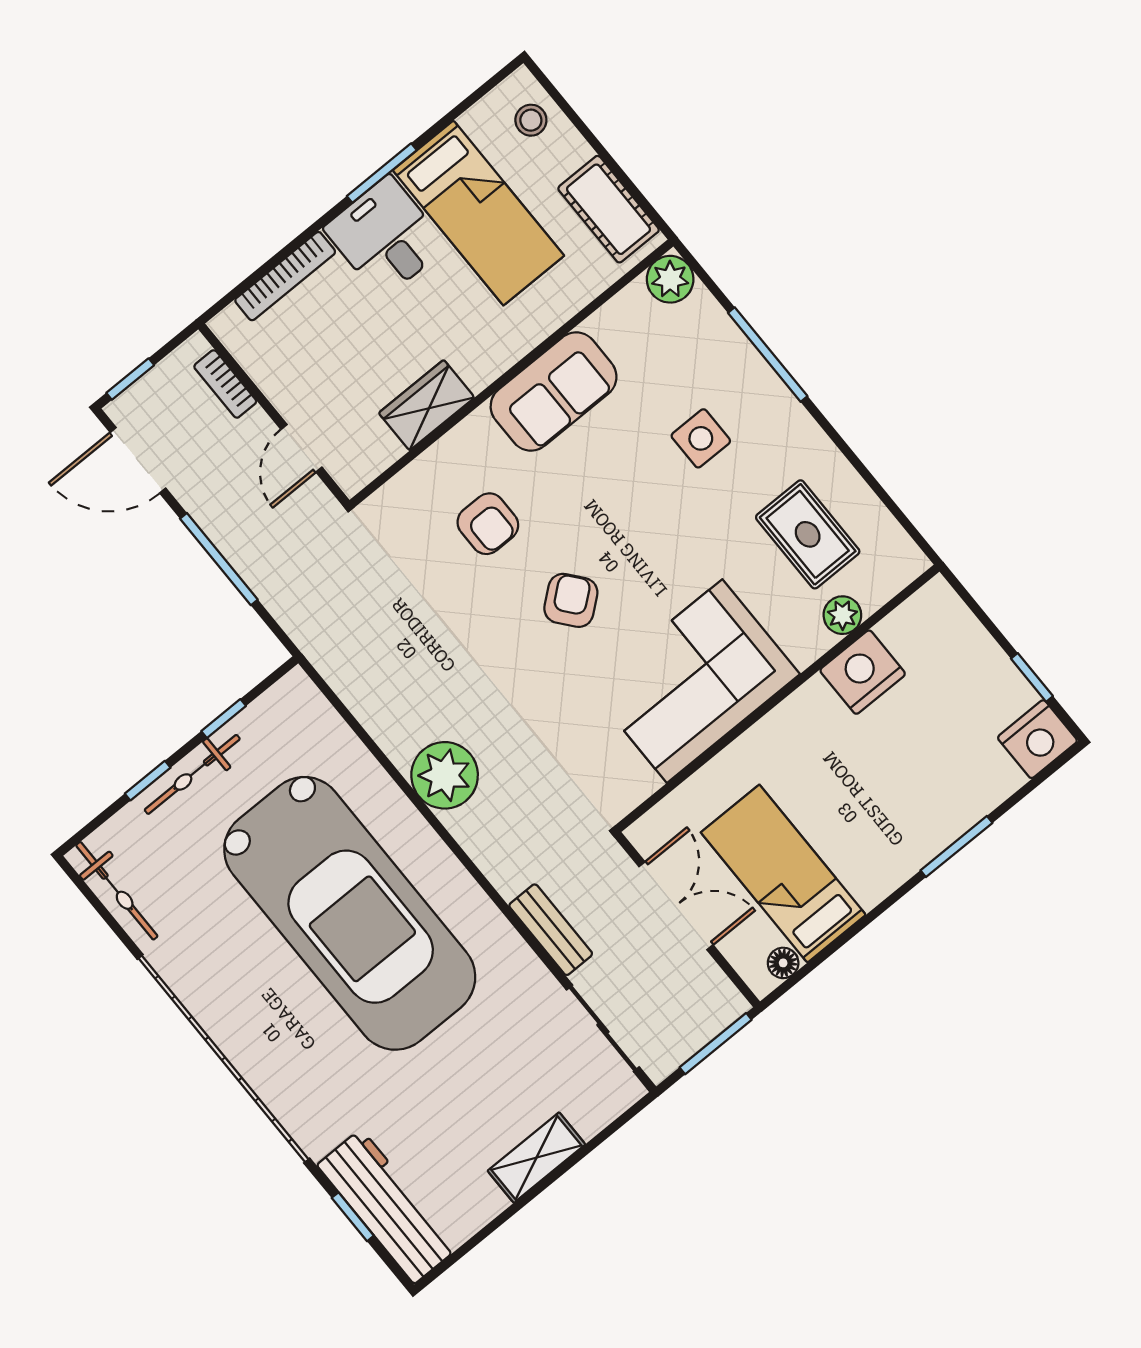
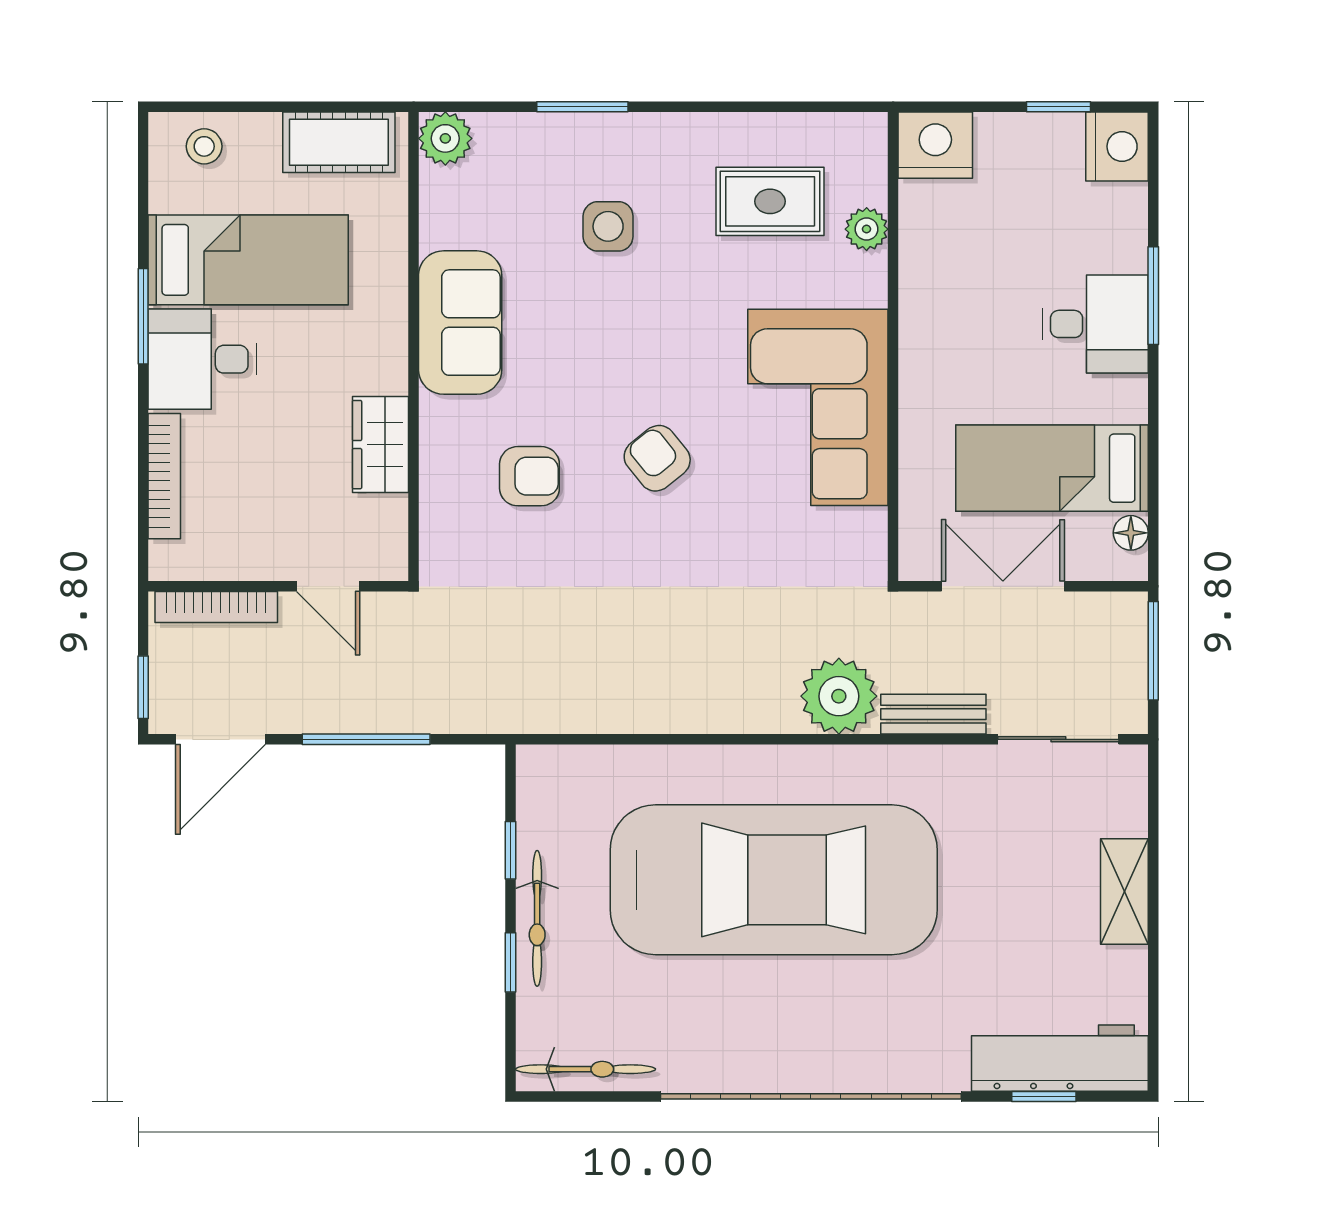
window: (768, 355) -> (582, 107), width x0.69
bookcase: (225, 384) -> (216, 607), width x1.56
nightstand: (863, 672) -> (935, 145), moved, turned 90
plant: (445, 775) -> (839, 696), moved
desk: (905, 823) -> (1095, 324), added

